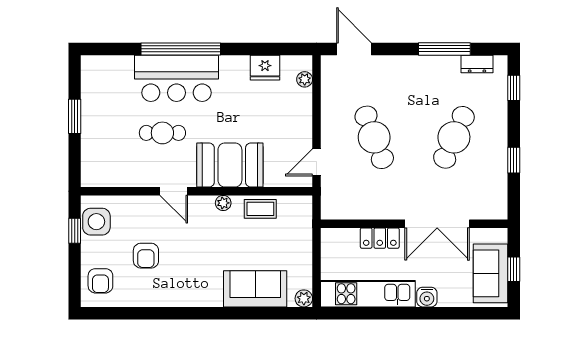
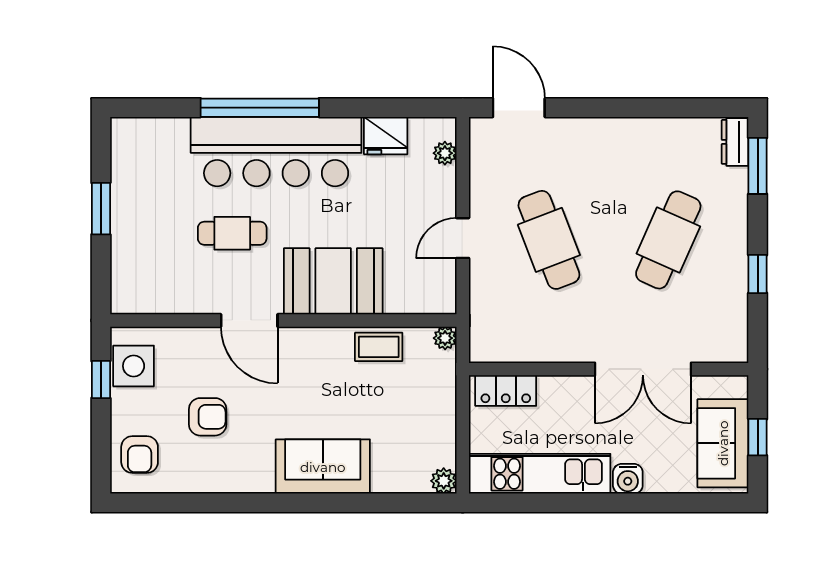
window: (444, 49) -> (654, 108), removed
dresser: (477, 64) -> (735, 142), moved, turned 90
bar counter: (177, 78) -> (276, 152), width x1.36
window: (514, 88) -> (758, 166), width x1.50
door: (316, 162) -> (463, 238), moved
door: (174, 191) -> (249, 320), width x1.38
plant: (223, 203) -> (445, 338), moved
locker: (380, 238) -> (506, 391), moved
armchair: (146, 256) -> (208, 417), turned -90
sofa: (255, 289) -> (323, 467), moved

